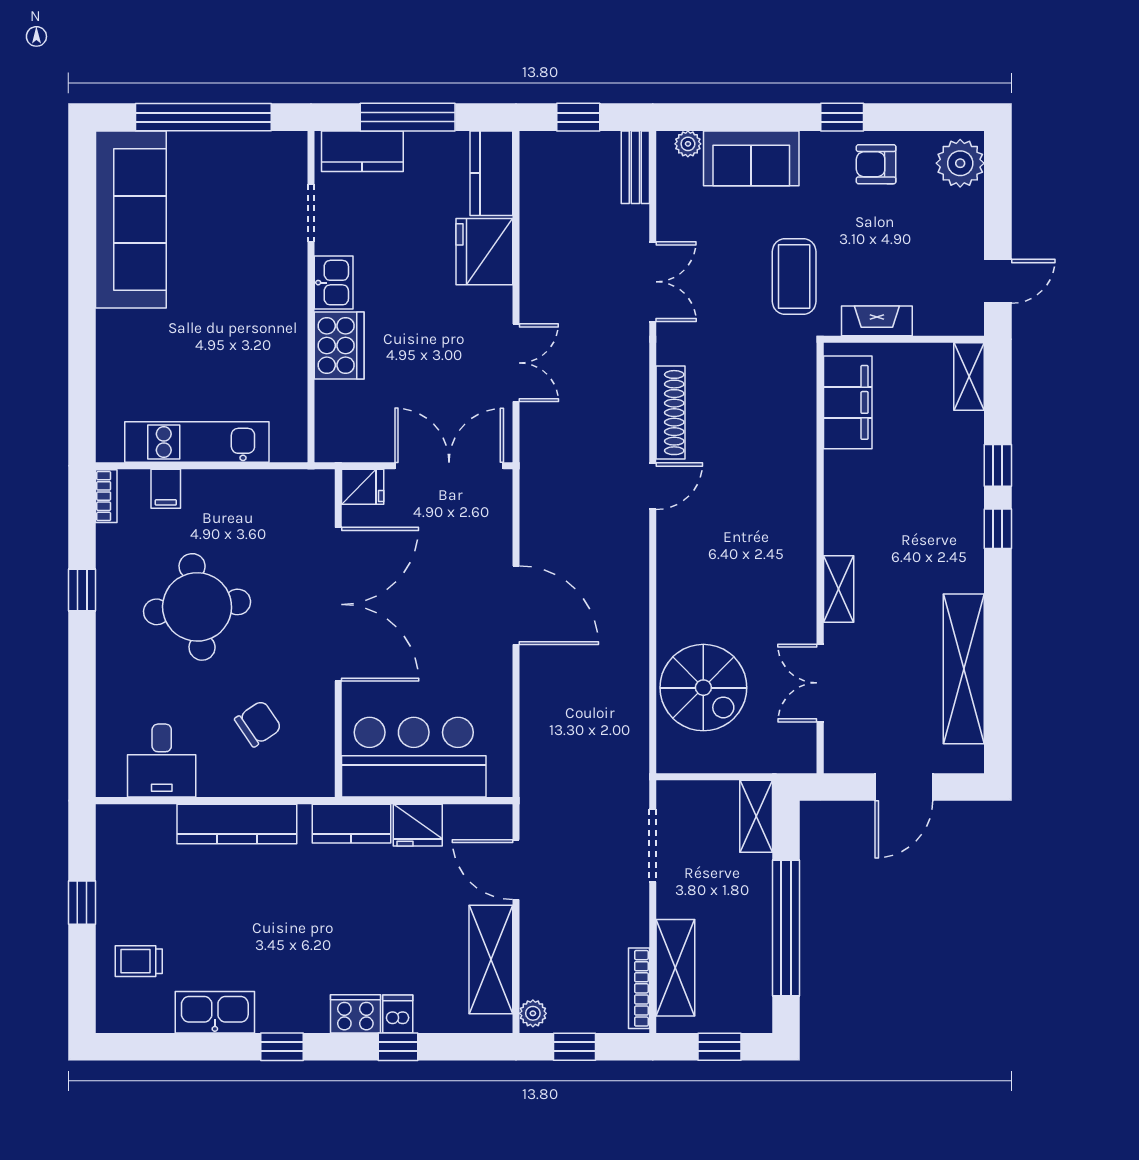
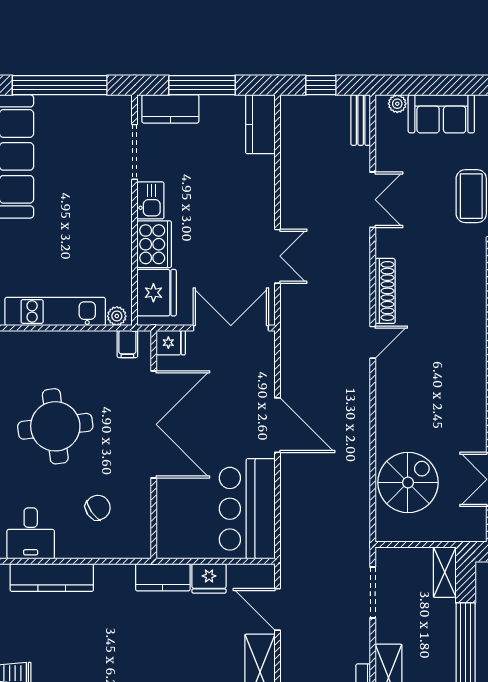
doorway: (311, 213) -> (135, 152), width x1.38
fridge: (484, 252) -> (157, 293), moved, turned 180
plant: (285, 449) -> (117, 316), added
filing cabinet: (166, 489) -> (127, 344), moved
spiral stairs: (703, 688) -> (408, 482), turned -90
bar counter: (414, 757) -> (247, 509), moved, turned -90
kitchen counter: (237, 824) -> (52, 578), moved

